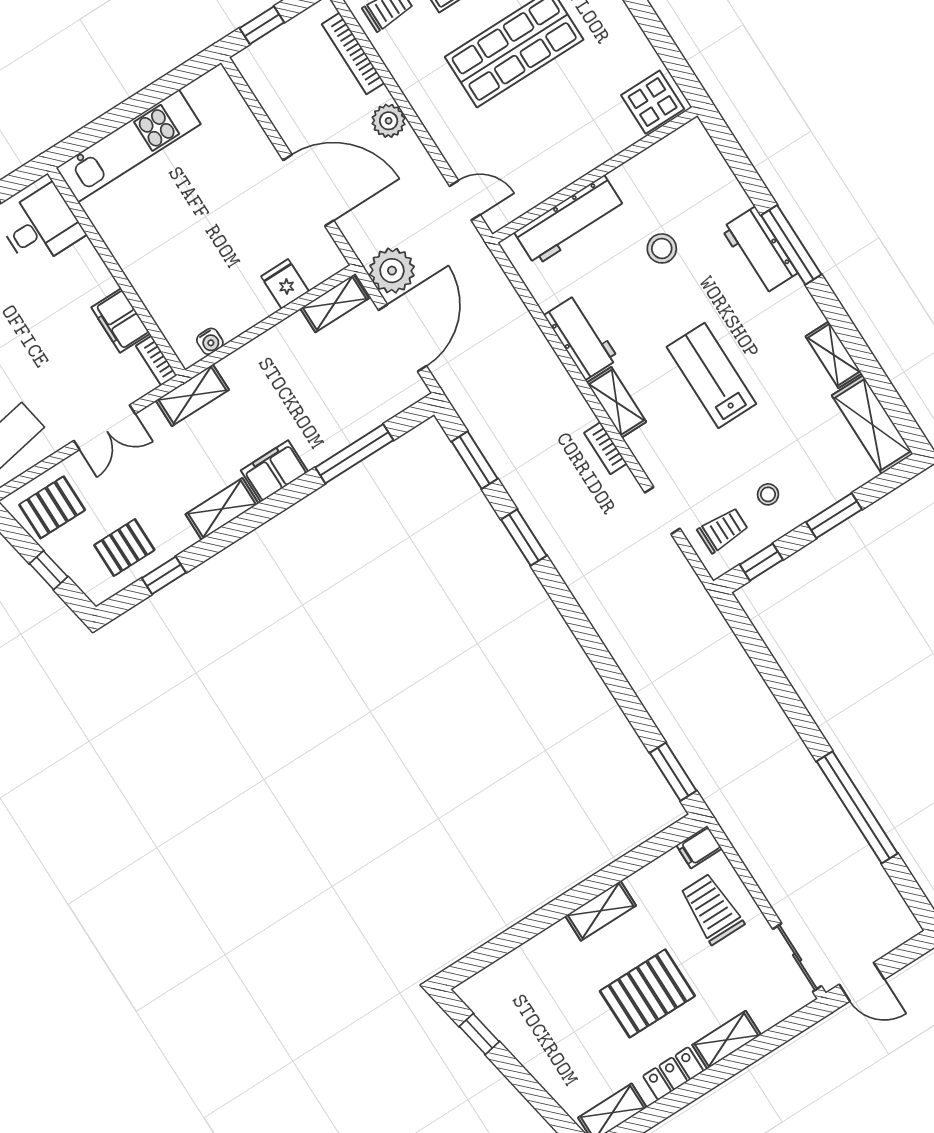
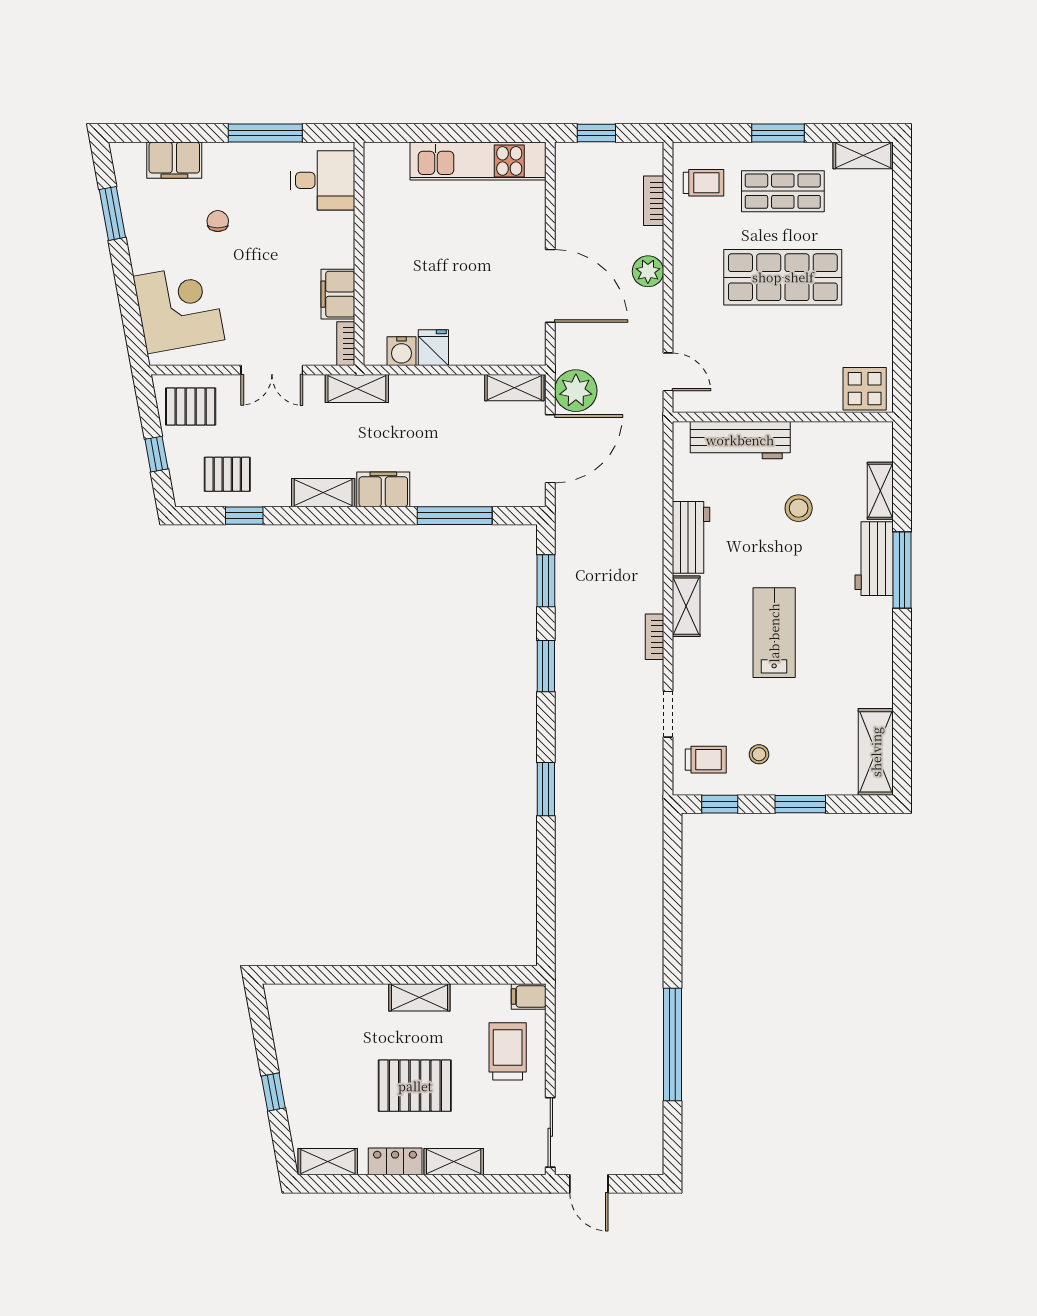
bookcase: (353, 54) -> (654, 201), width x0.64
kitchen unit: (128, 146) -> (478, 161), moved
fridge: (285, 284) -> (433, 348), moved
water cooler: (210, 341) -> (401, 351), width x1.38, depth x1.38
shelving: (834, 355) -> (880, 491), moved
window: (673, 772) -> (546, 789), moved
window: (479, 1034) -> (273, 1092), moved

